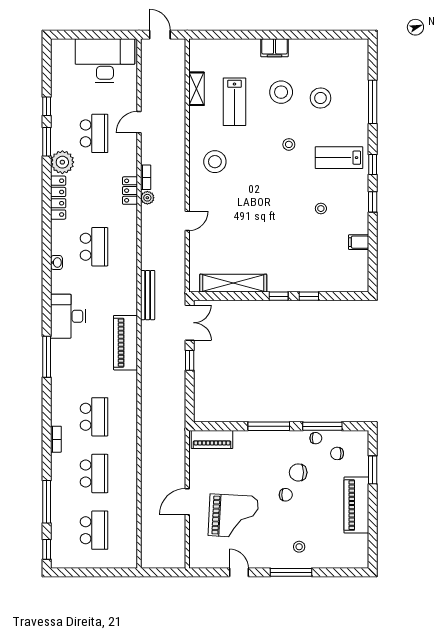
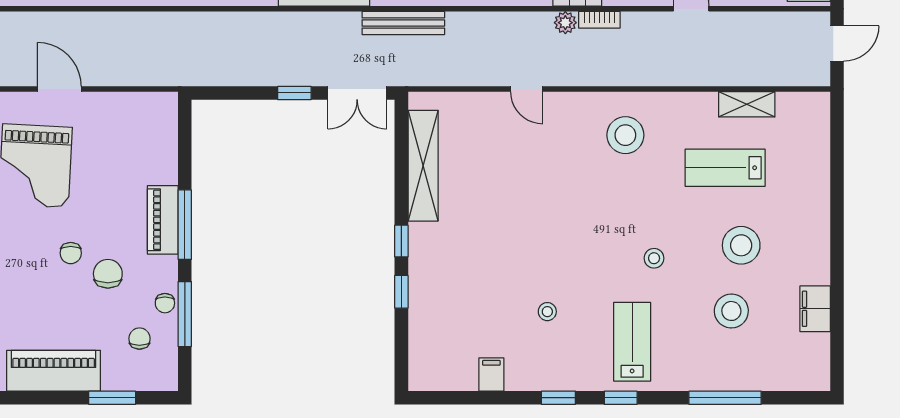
filing cabinet: (275, 48) -> (815, 309), moved
piano: (212, 439) -> (163, 220), moved

